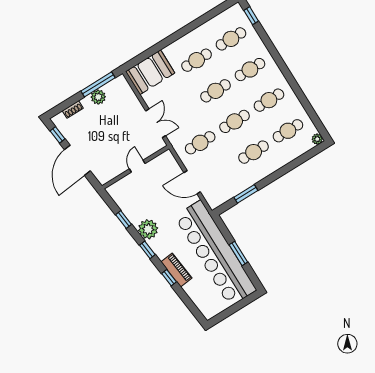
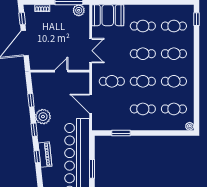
plant: (98, 97) -> (79, 10), moved

